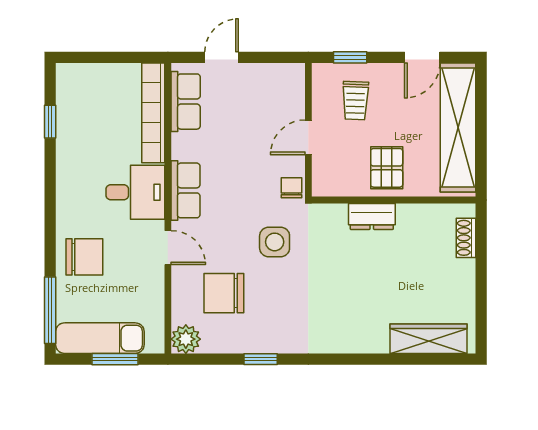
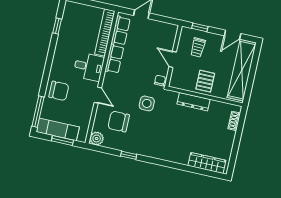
door: (308, 137) -> (173, 59), hinge flipped
row of seats: (186, 190) -> (114, 59), moved
dresser: (372, 216) -> (194, 102), width x1.44

